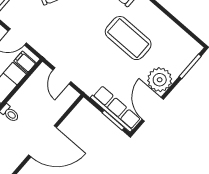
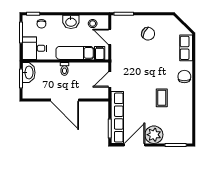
coffee table: (128, 38) -> (162, 98), width x0.54, depth x0.58
row of seats: (116, 109) -> (117, 118), width x1.36

